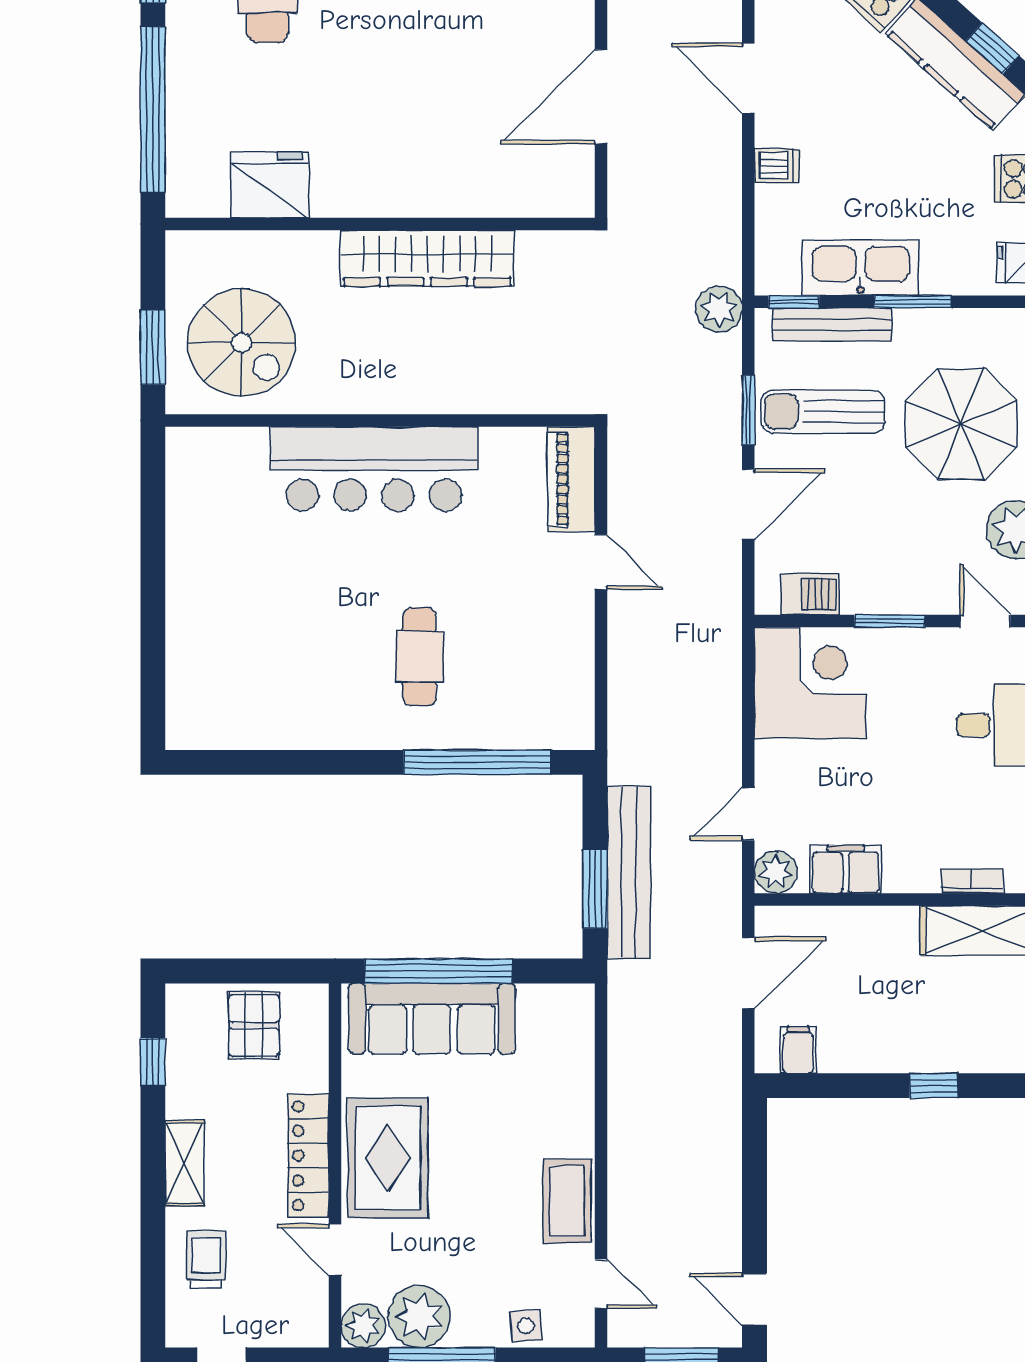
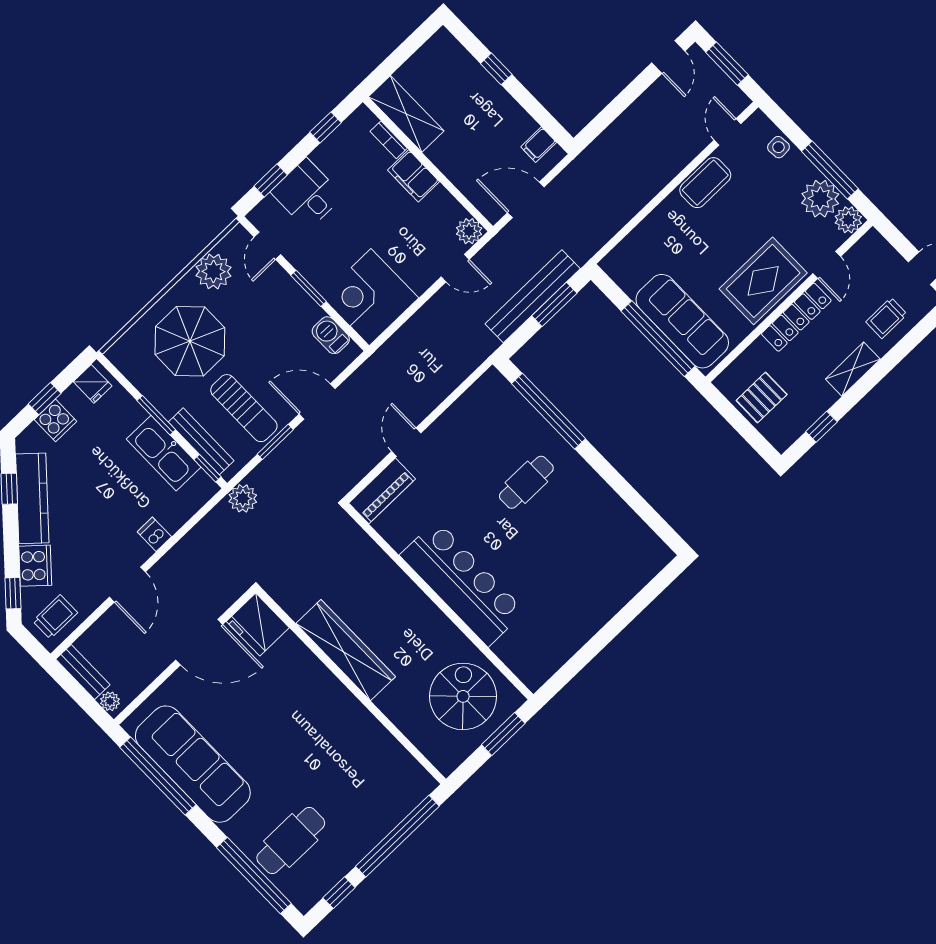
fridge: (270, 185) -> (258, 624), moved
filing cabinet: (846, 869) -> (414, 176), moved

